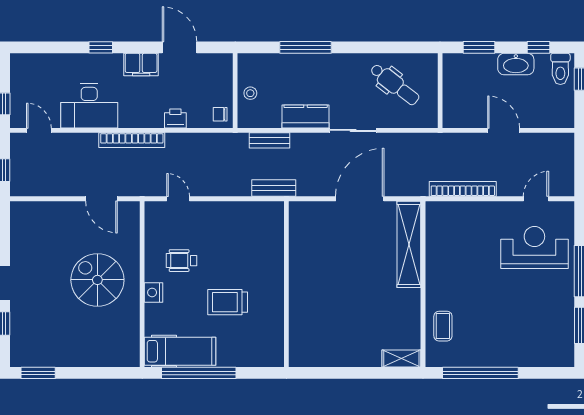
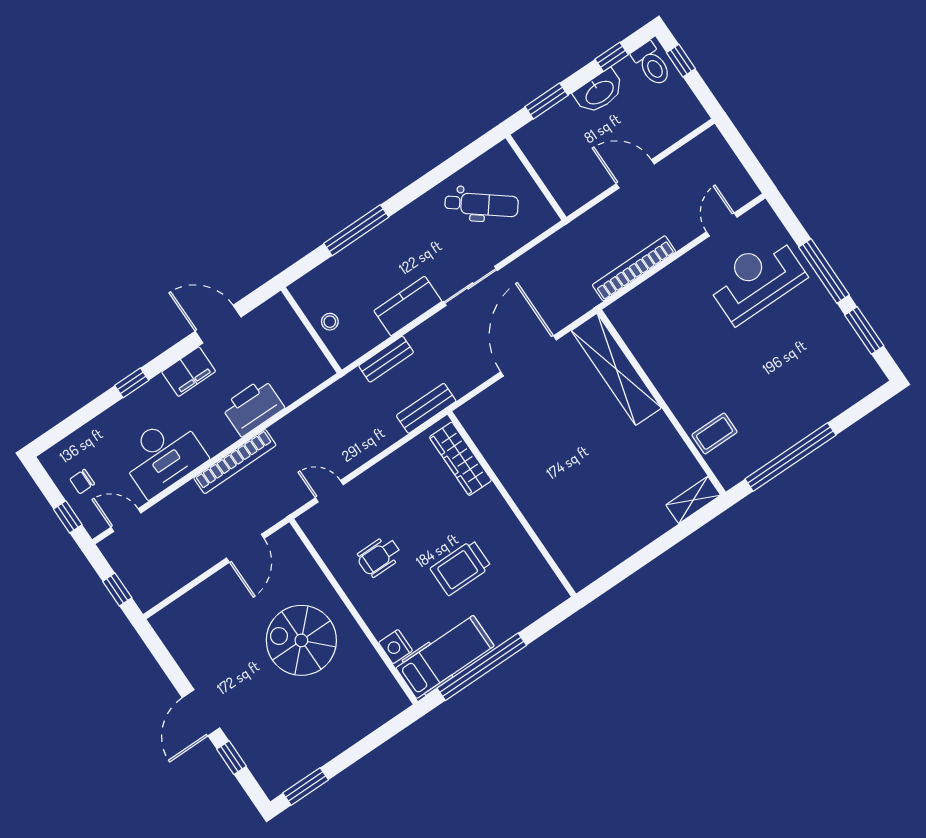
chair: (220, 114) -> (82, 482), moved
printer: (175, 118) -> (253, 407), width x1.87, depth x1.48
door: (101, 199) -> (245, 548), hinge flipped
wardrobe: (274, 234) -> (460, 459), added
nightstand: (154, 292) -> (396, 647), moved
coffee table: (443, 326) -> (715, 433), turned 90

